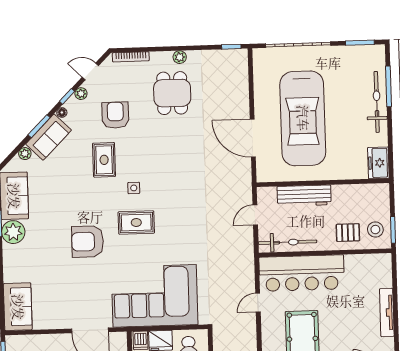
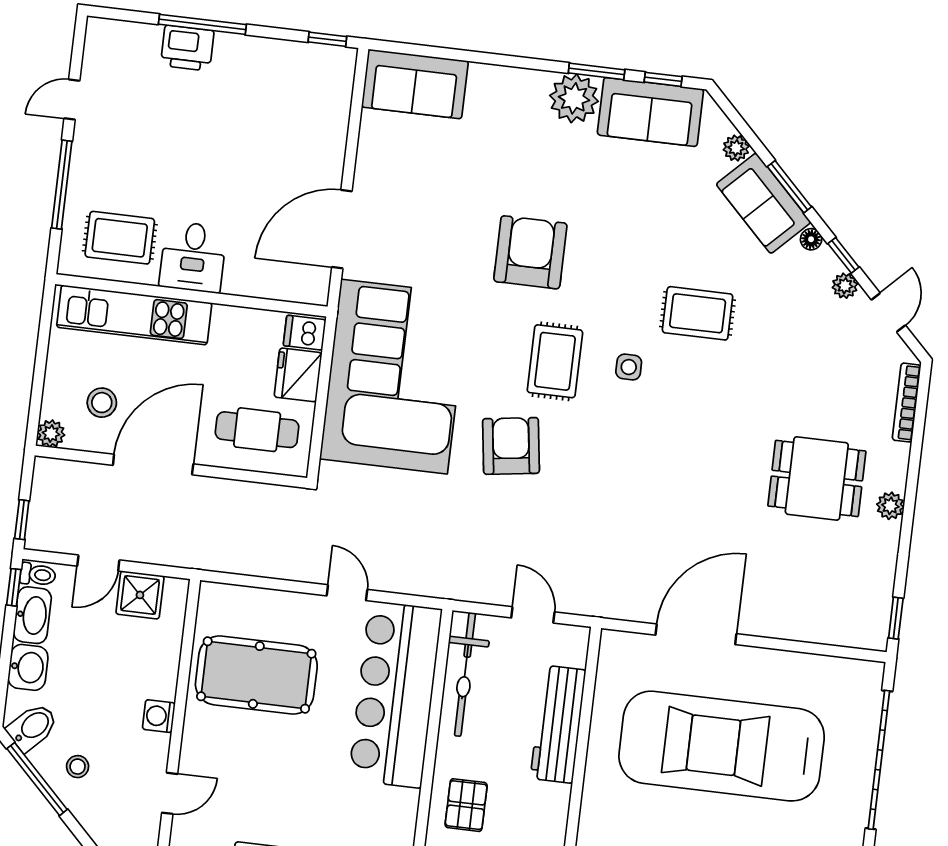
armchair: (115, 115) -> (511, 446), moved, turned -98

